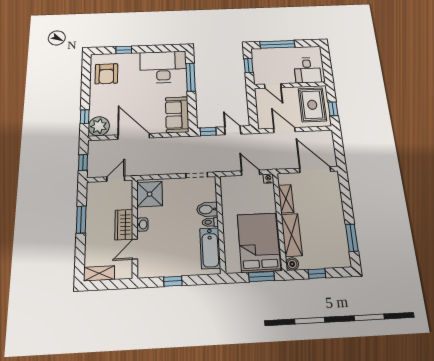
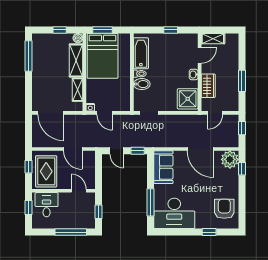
window: (327, 67) -> (29, 207), added
wardrobe: (124, 225) -> (208, 86), moved
window: (352, 238) -> (29, 56), width x1.44
shelving: (99, 273) -> (213, 39), moved

